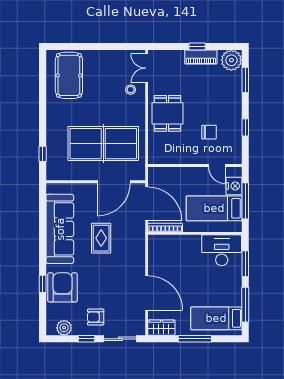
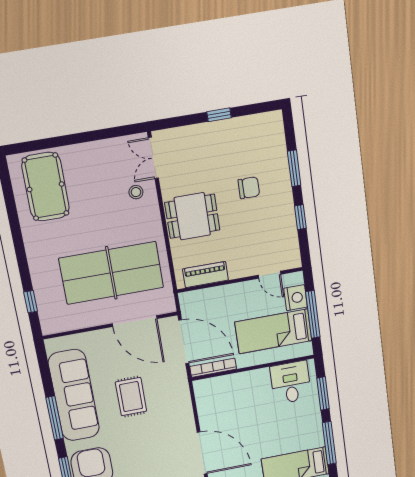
piano: (201, 57) -> (205, 275), moved, turned 180
plant: (231, 60) -> (269, 127), removed
window: (245, 80) -> (294, 168), moved
dining table: (167, 113) -> (192, 216), turned 90
chair: (209, 132) -> (249, 188), moved
door: (114, 182) -> (135, 321), hinge flipped
window: (43, 244) -> (55, 418), added
desk: (222, 250) -> (291, 382), width x0.73

